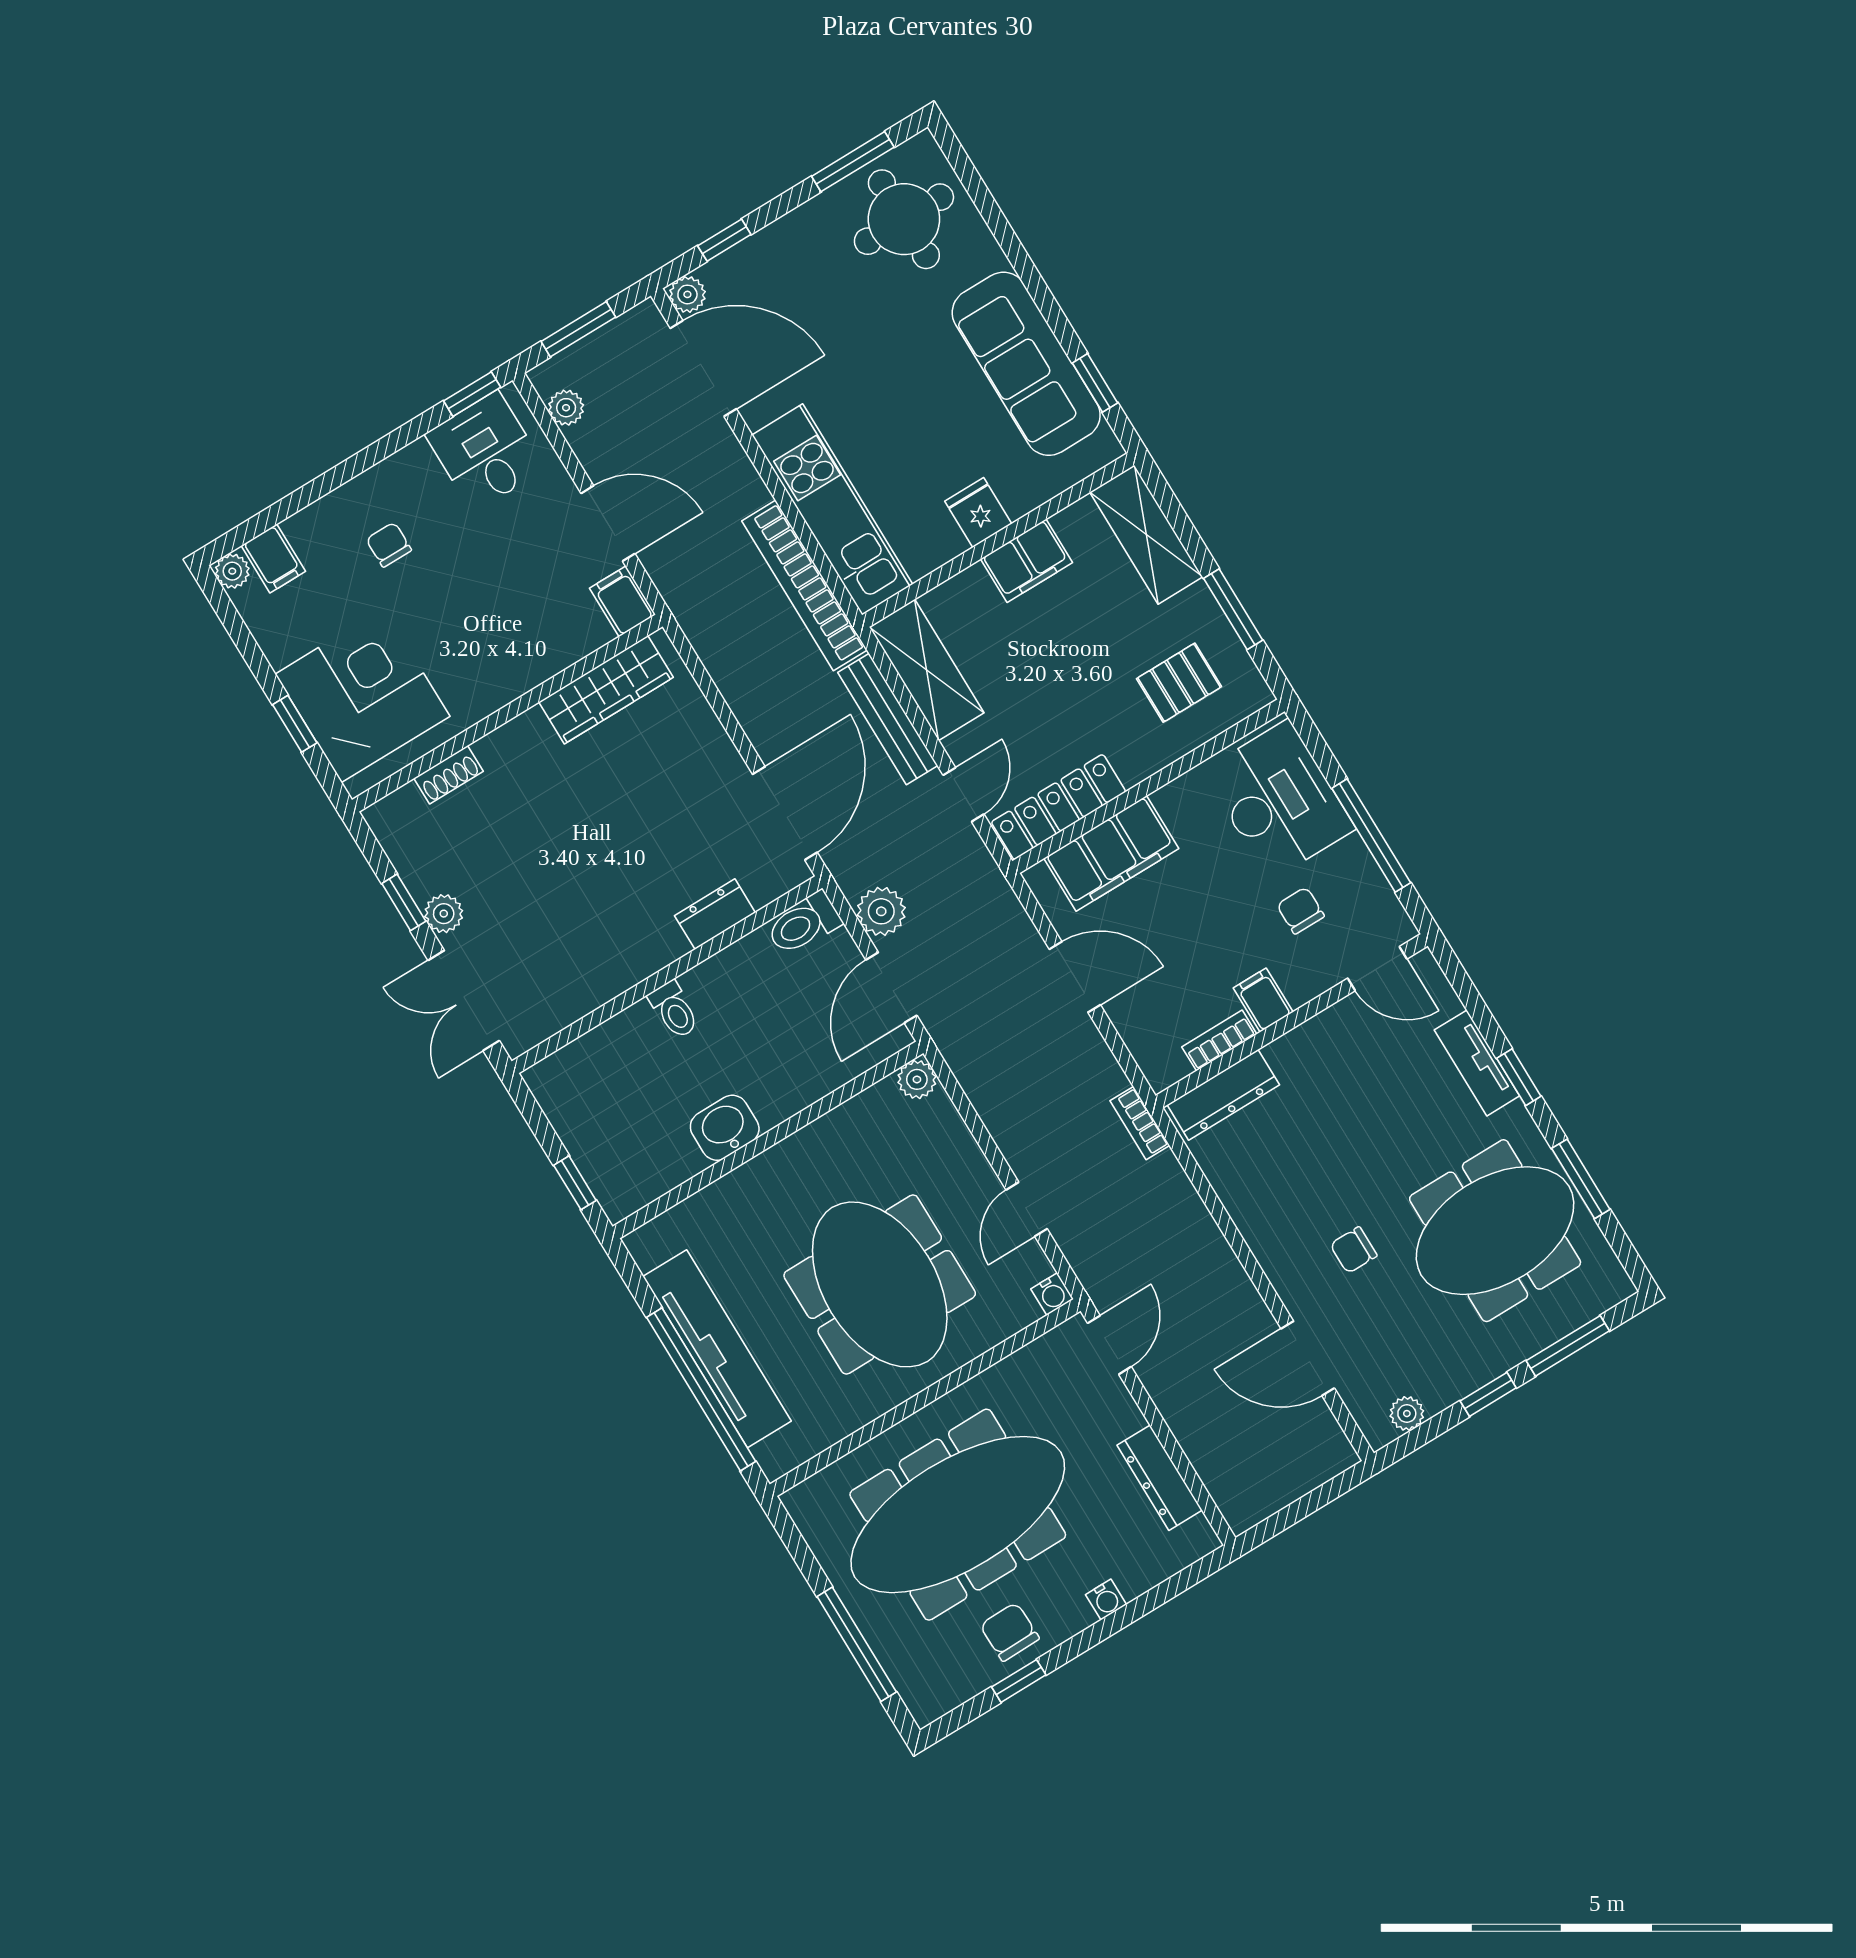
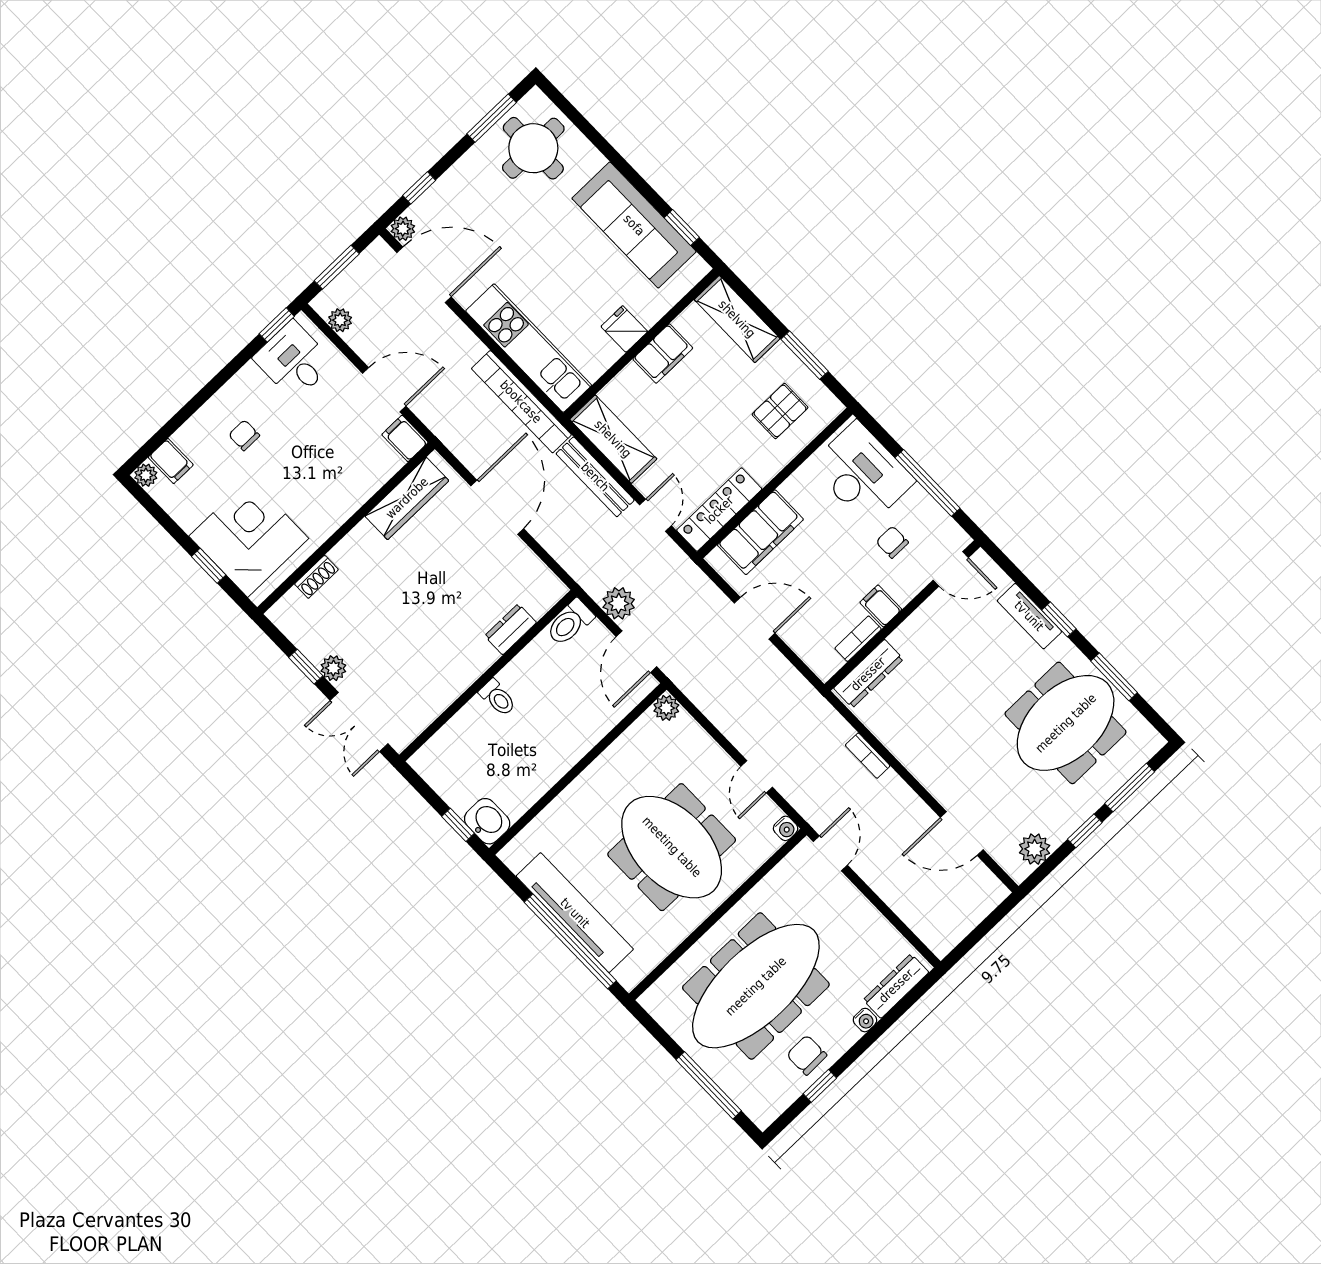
door: (785, 813) -> (497, 507), moved
bookcase: (1140, 1123) -> (868, 756), moved
washbasin: (725, 1128) -> (487, 821), moved, turned 90
chair: (1354, 1250) -> (976, 756), removed
plant: (1407, 1414) -> (1035, 849), width x1.38, depth x1.38
dresser: (1160, 1478) -> (896, 986), moved, turned 90

